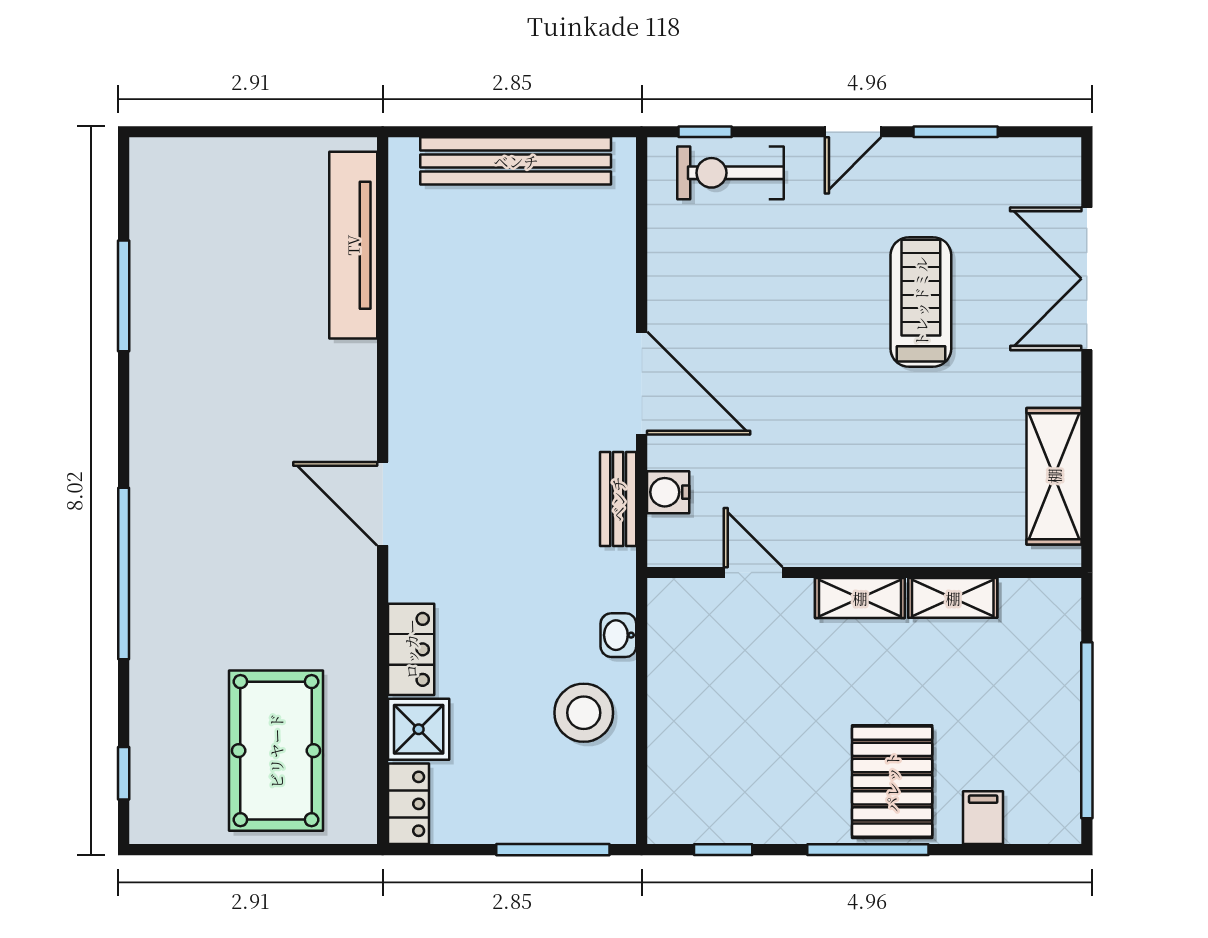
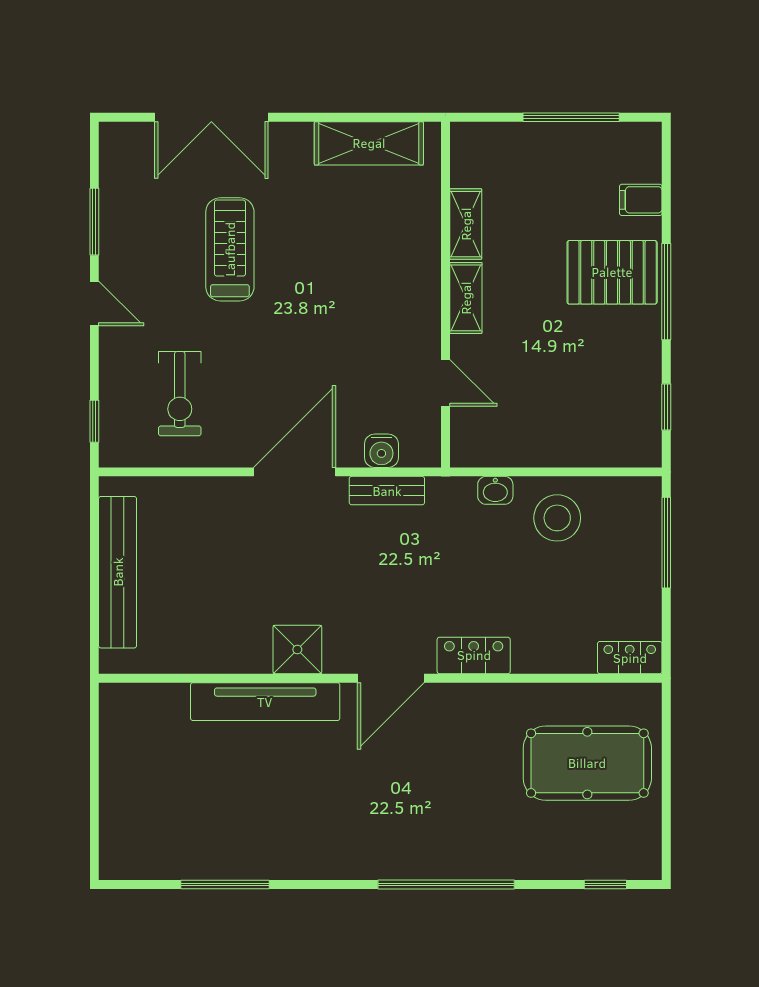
exercise bike: (731, 173) -> (180, 394), moved
tv unit: (353, 245) -> (265, 702), moved
treadmill: (921, 302) -> (230, 249), turned 90
door: (753, 573) -> (445, 383), swing flipped
locker: (411, 649) -> (474, 655), moved
shower: (419, 729) -> (297, 650), moved
window: (1087, 730) -> (571, 117), width x0.68

